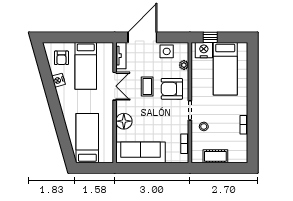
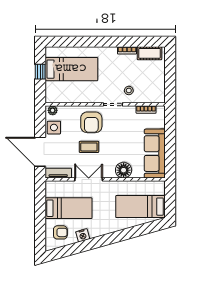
window: (210, 37) -> (40, 72), moved
nightstand: (204, 50) -> (53, 90), removed
plant: (184, 65) -> (53, 110), moved
cot: (215, 156) -> (149, 53), moved, turned 90

